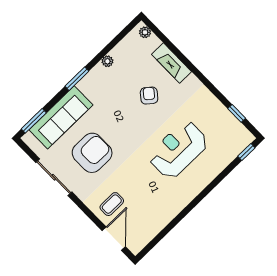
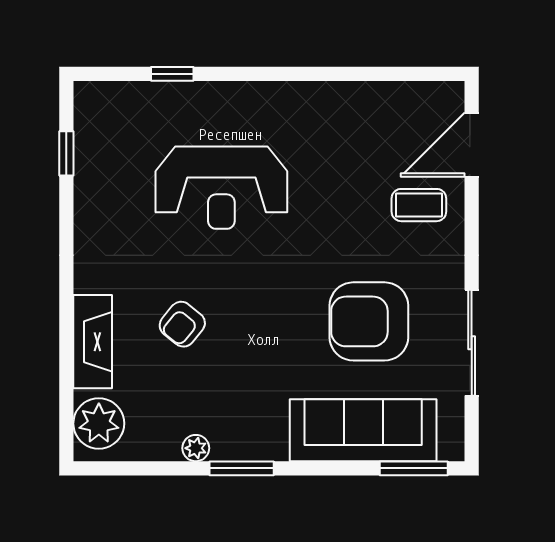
plant: (145, 32) -> (99, 423), width x1.87, depth x1.87
window: (77, 79) -> (242, 468), moved
window: (246, 152) -> (172, 74), moved

